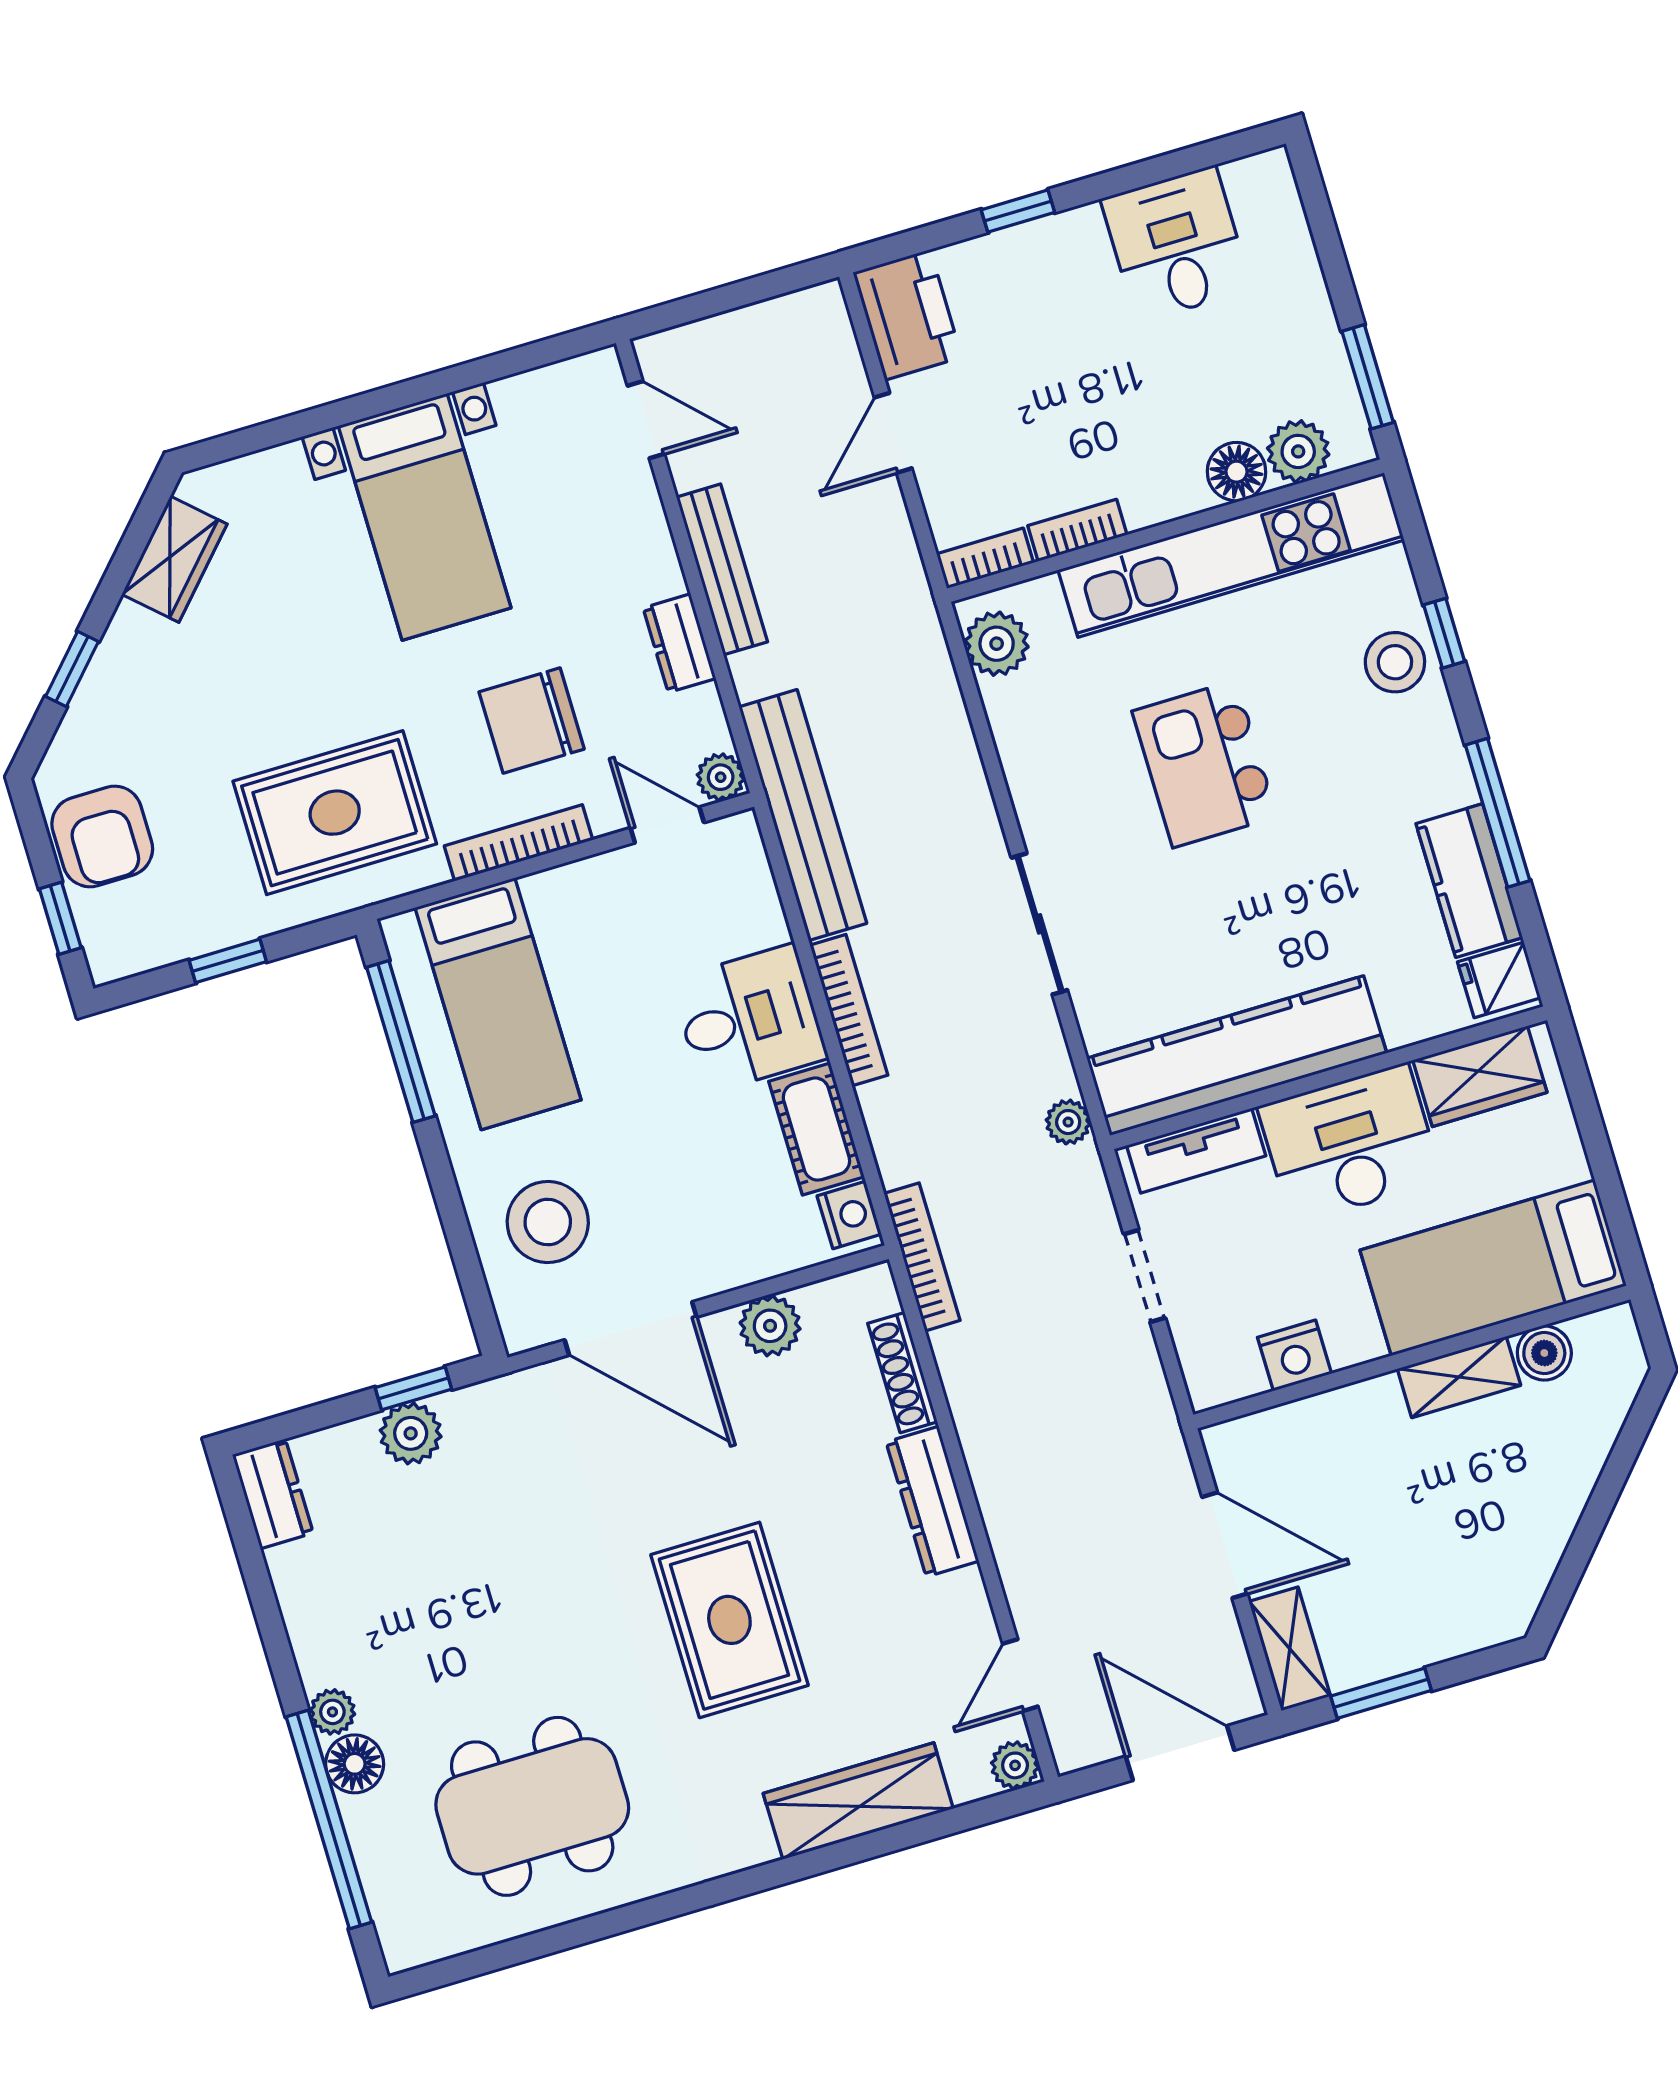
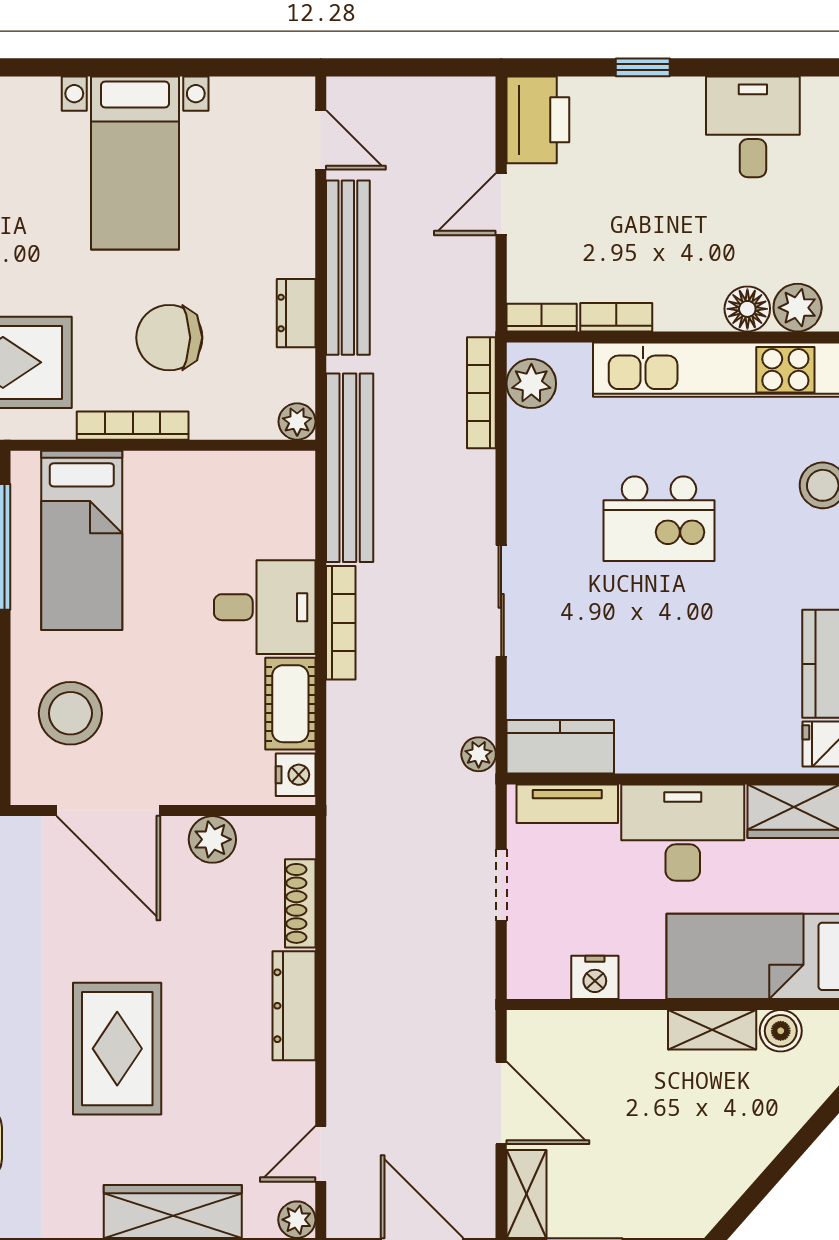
bench: (722, 569) -> (348, 268), width x1.37, depth x1.21
kitchen island: (1205, 764) -> (659, 519), turned -90
door: (667, 825) -> (247, 445), removed
kitchen counter: (1237, 1056) -> (560, 747), width x0.48, depth x0.86
bookcase: (922, 1257) -> (481, 393), moved, turned 180

